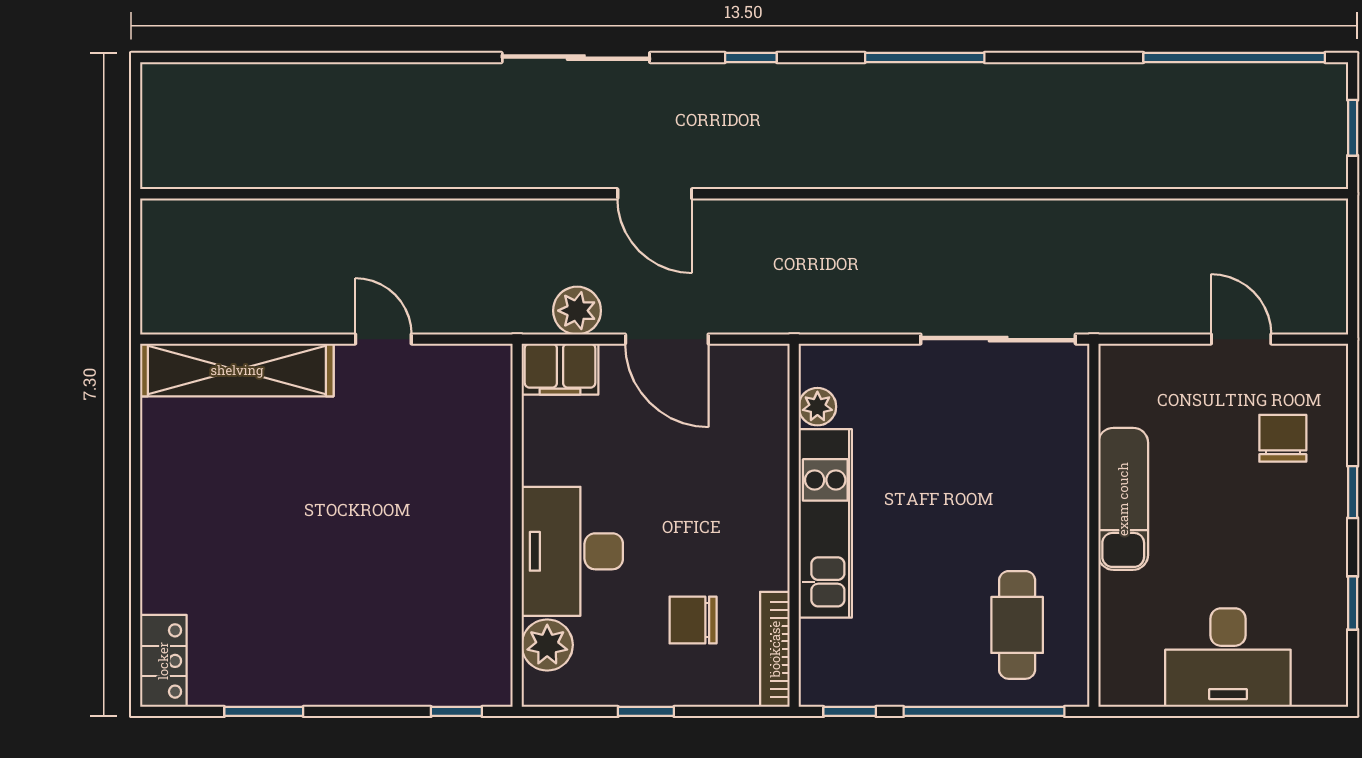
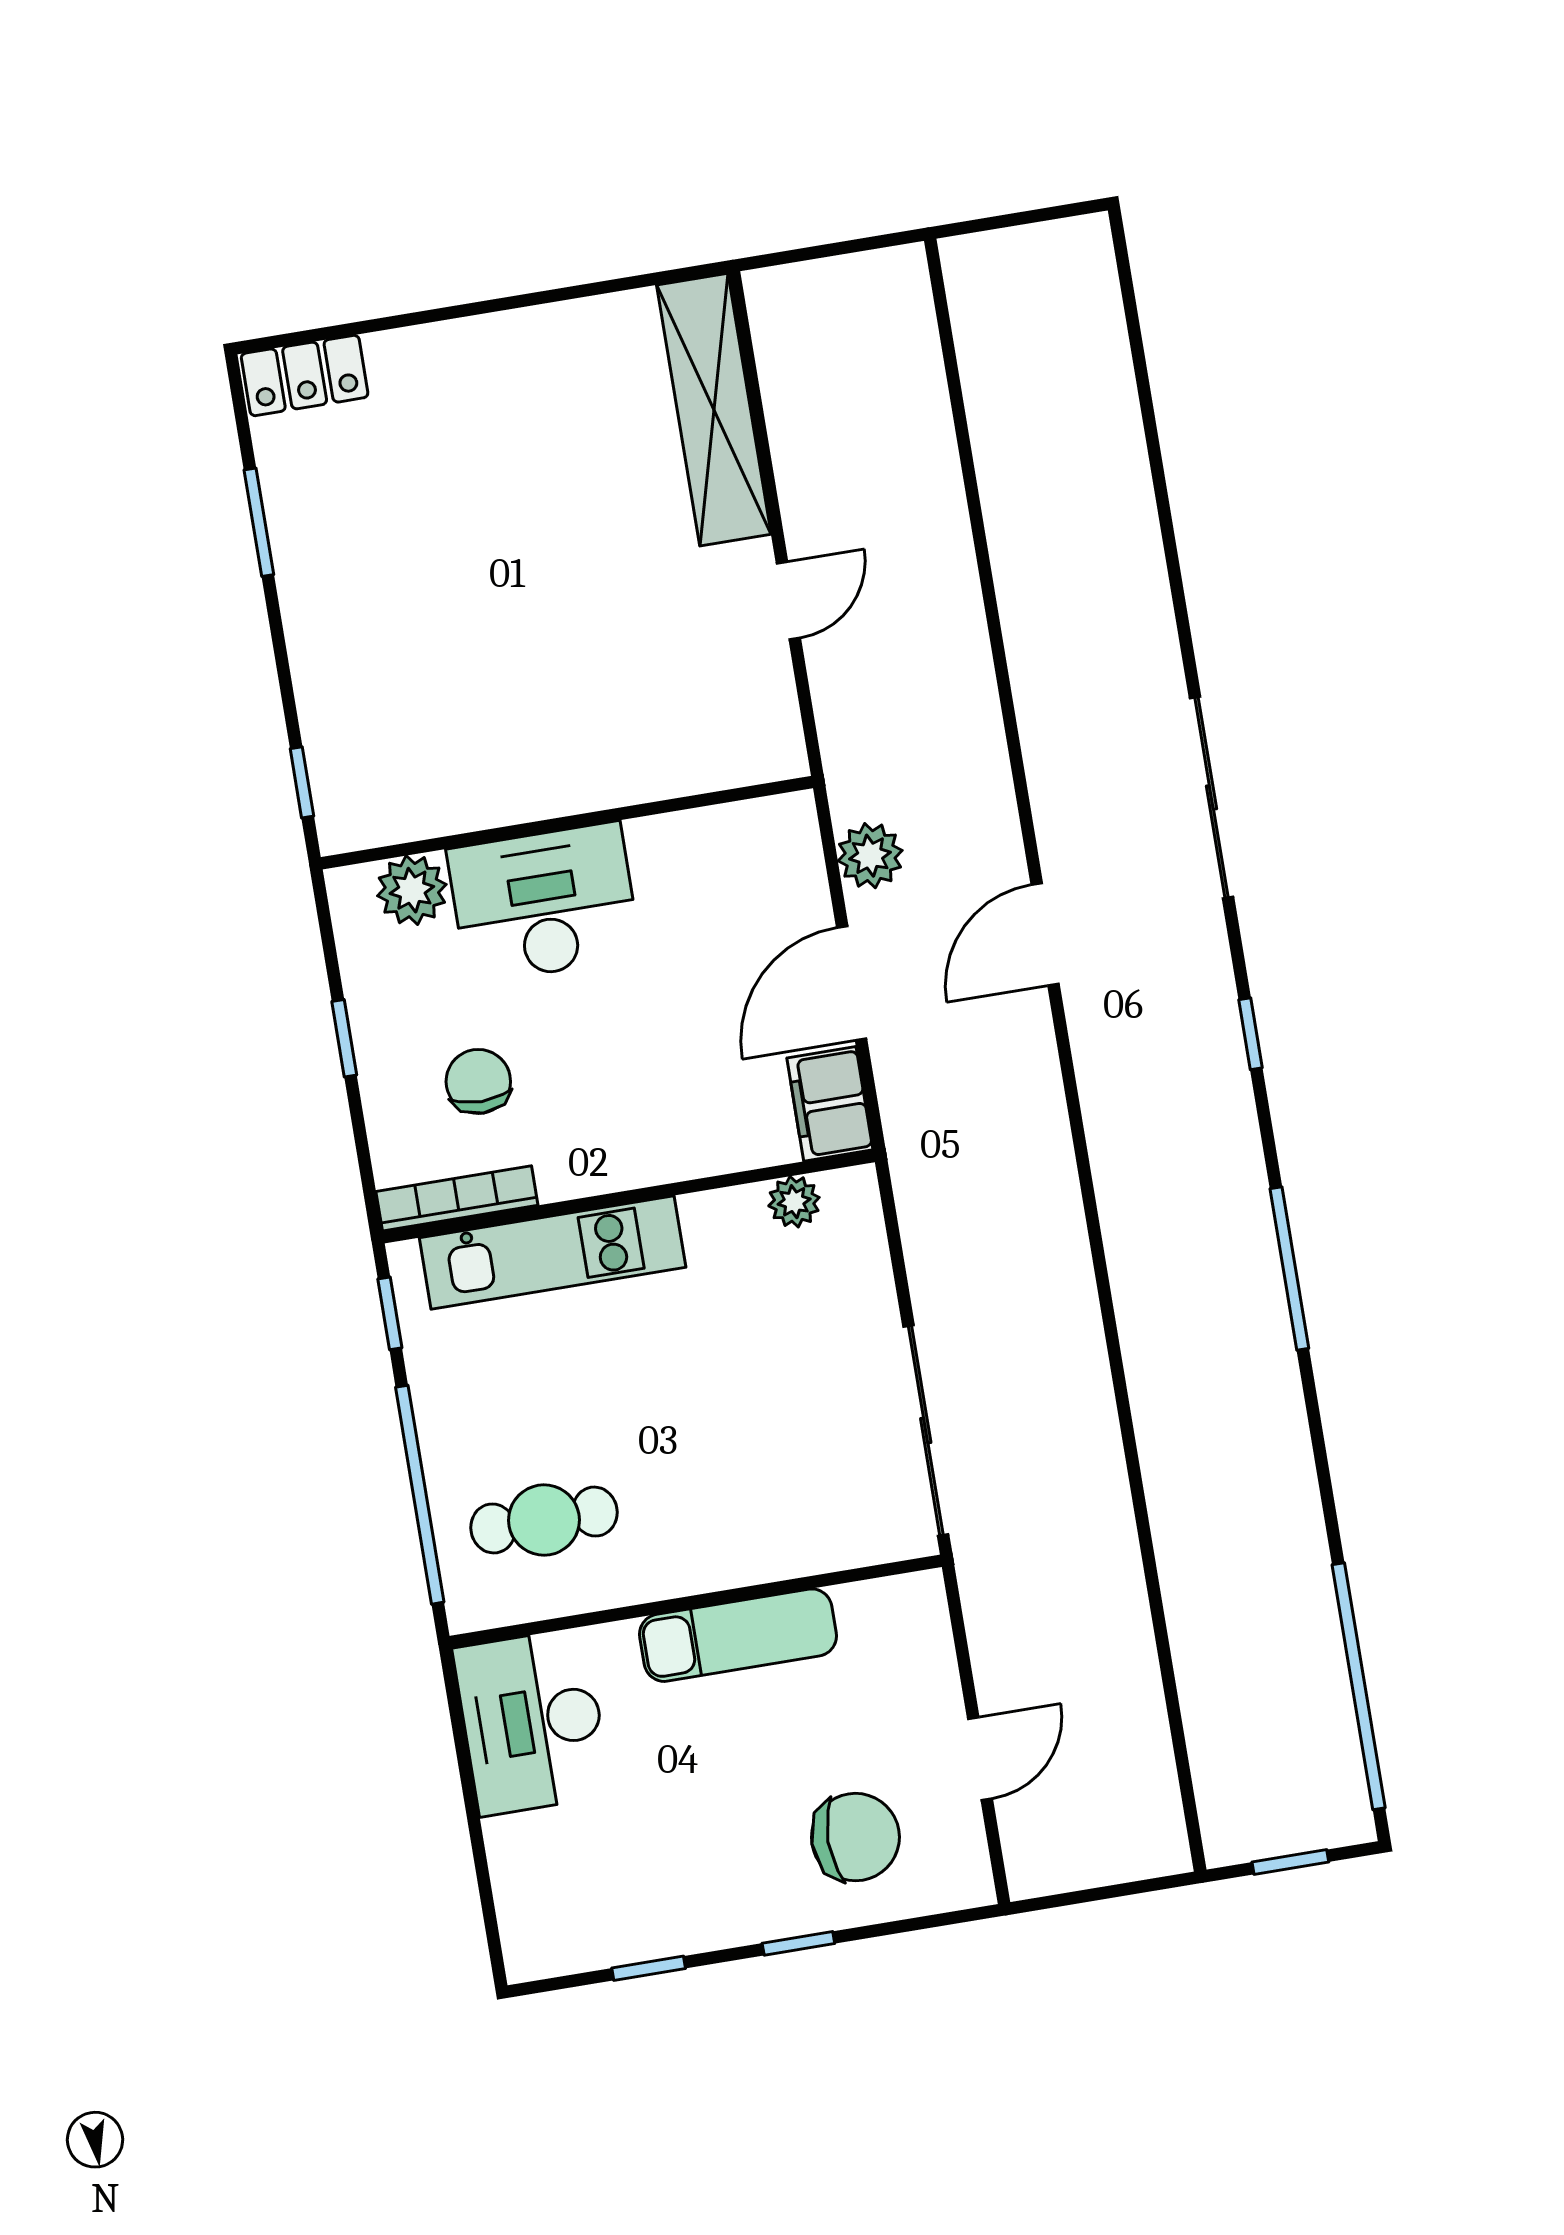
filing cabinet: (560, 369) -> (830, 1104), moved
chair: (1283, 438) -> (855, 1837), width x1.37, depth x1.37
kitchen unit: (825, 523) -> (553, 1252), moved
desk: (1228, 658) -> (532, 1722), moved

